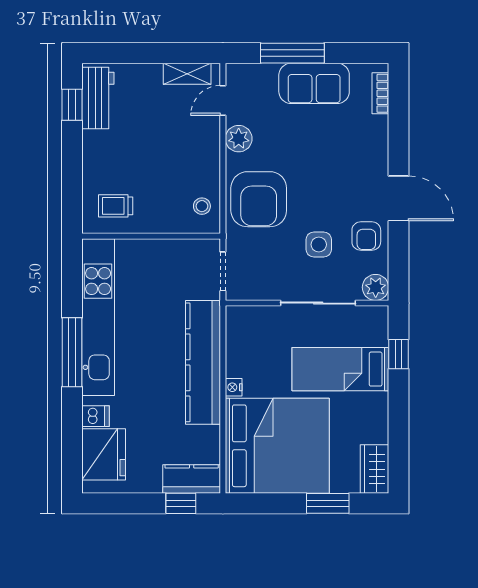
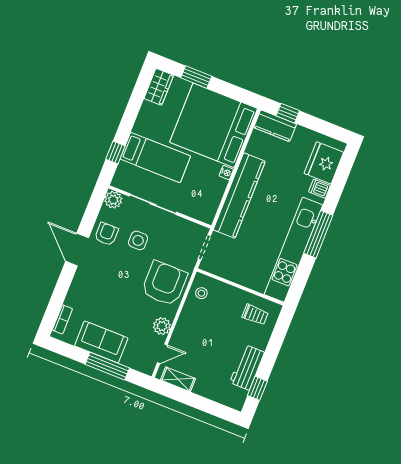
workbench: (98, 98) -> (247, 367), moved

